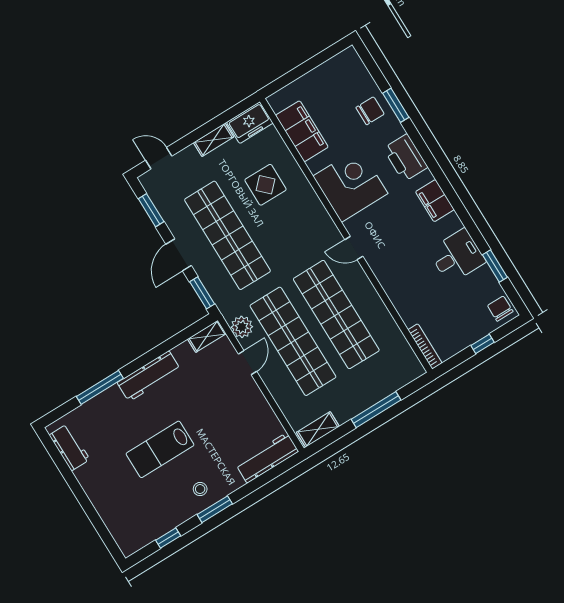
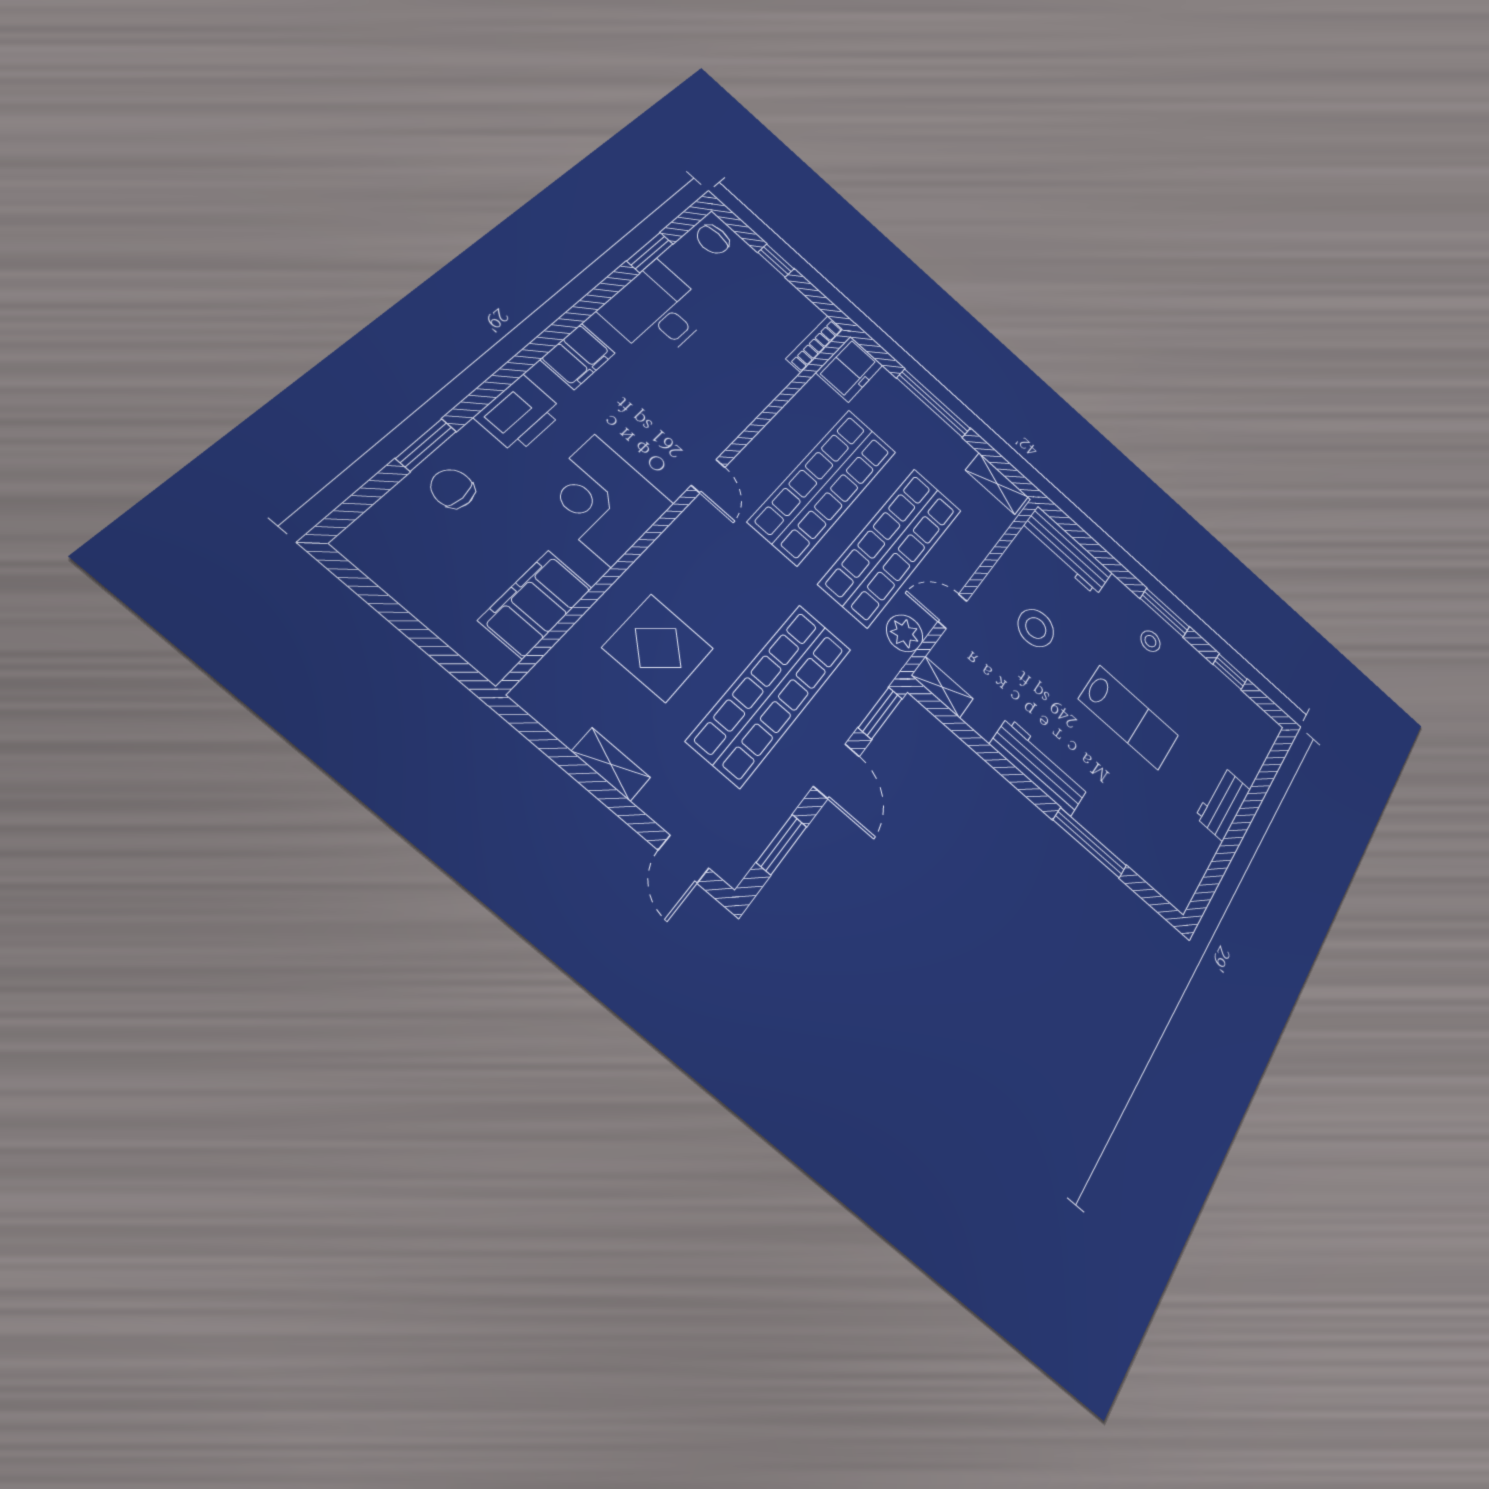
freezer: (250, 123) -> (849, 369), moved, turned 90
display table: (265, 185) -> (658, 648), width x1.36, depth x1.36
door: (179, 255) -> (837, 771), hinge flipped
desk: (457, 256) -> (657, 311), width x1.37
stool: (226, 413) -> (1036, 628), added
workbench: (70, 447) -> (1223, 803), moved

